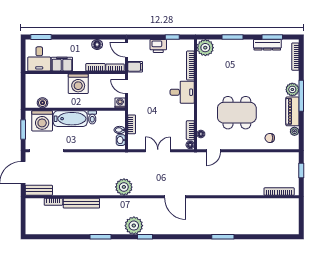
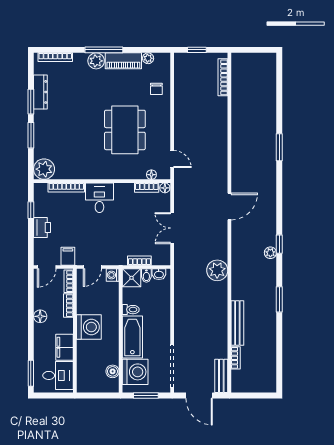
window: (272, 37) -> (31, 102), moved
floor lamp: (97, 45) -> (40, 316), moved
shower: (118, 118) -> (132, 278), added
plant: (134, 226) -> (270, 253), width x0.53, depth x0.53

